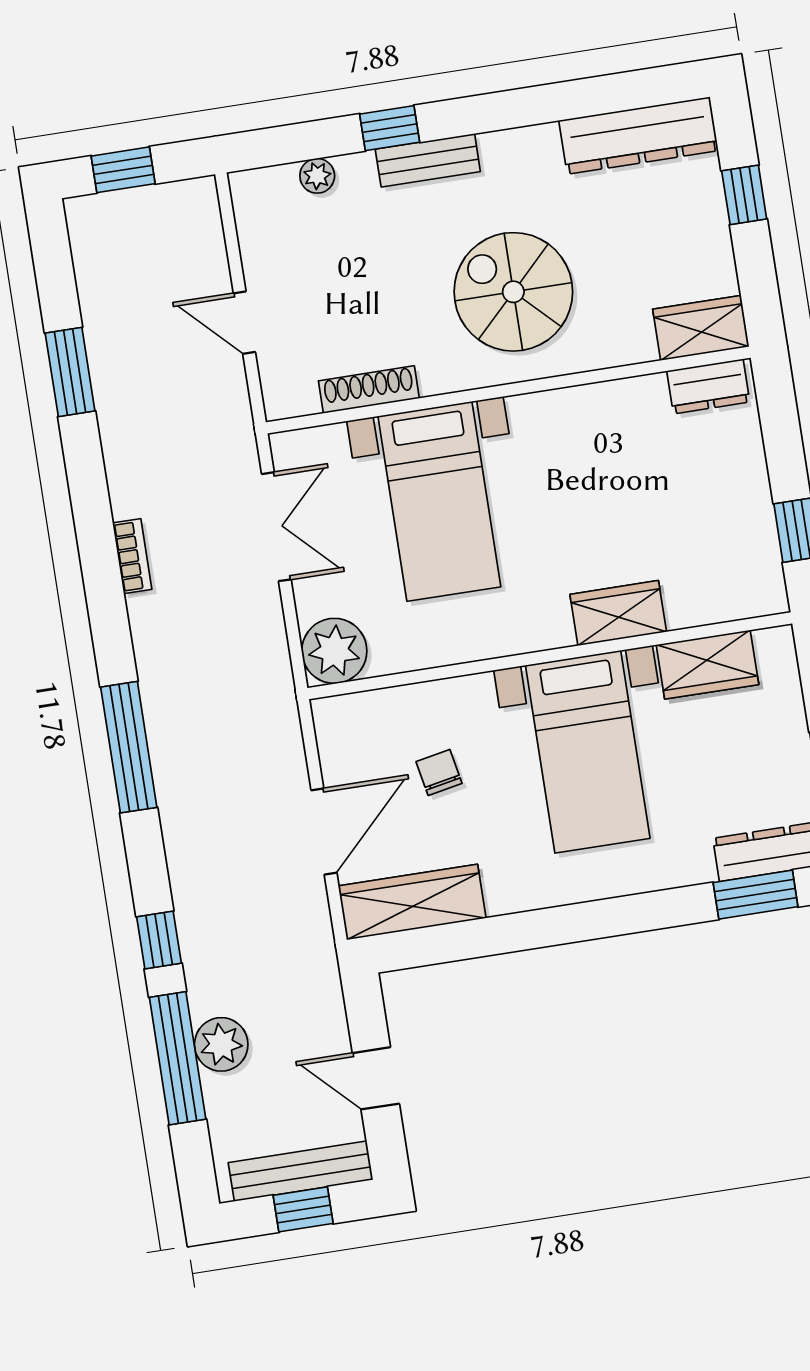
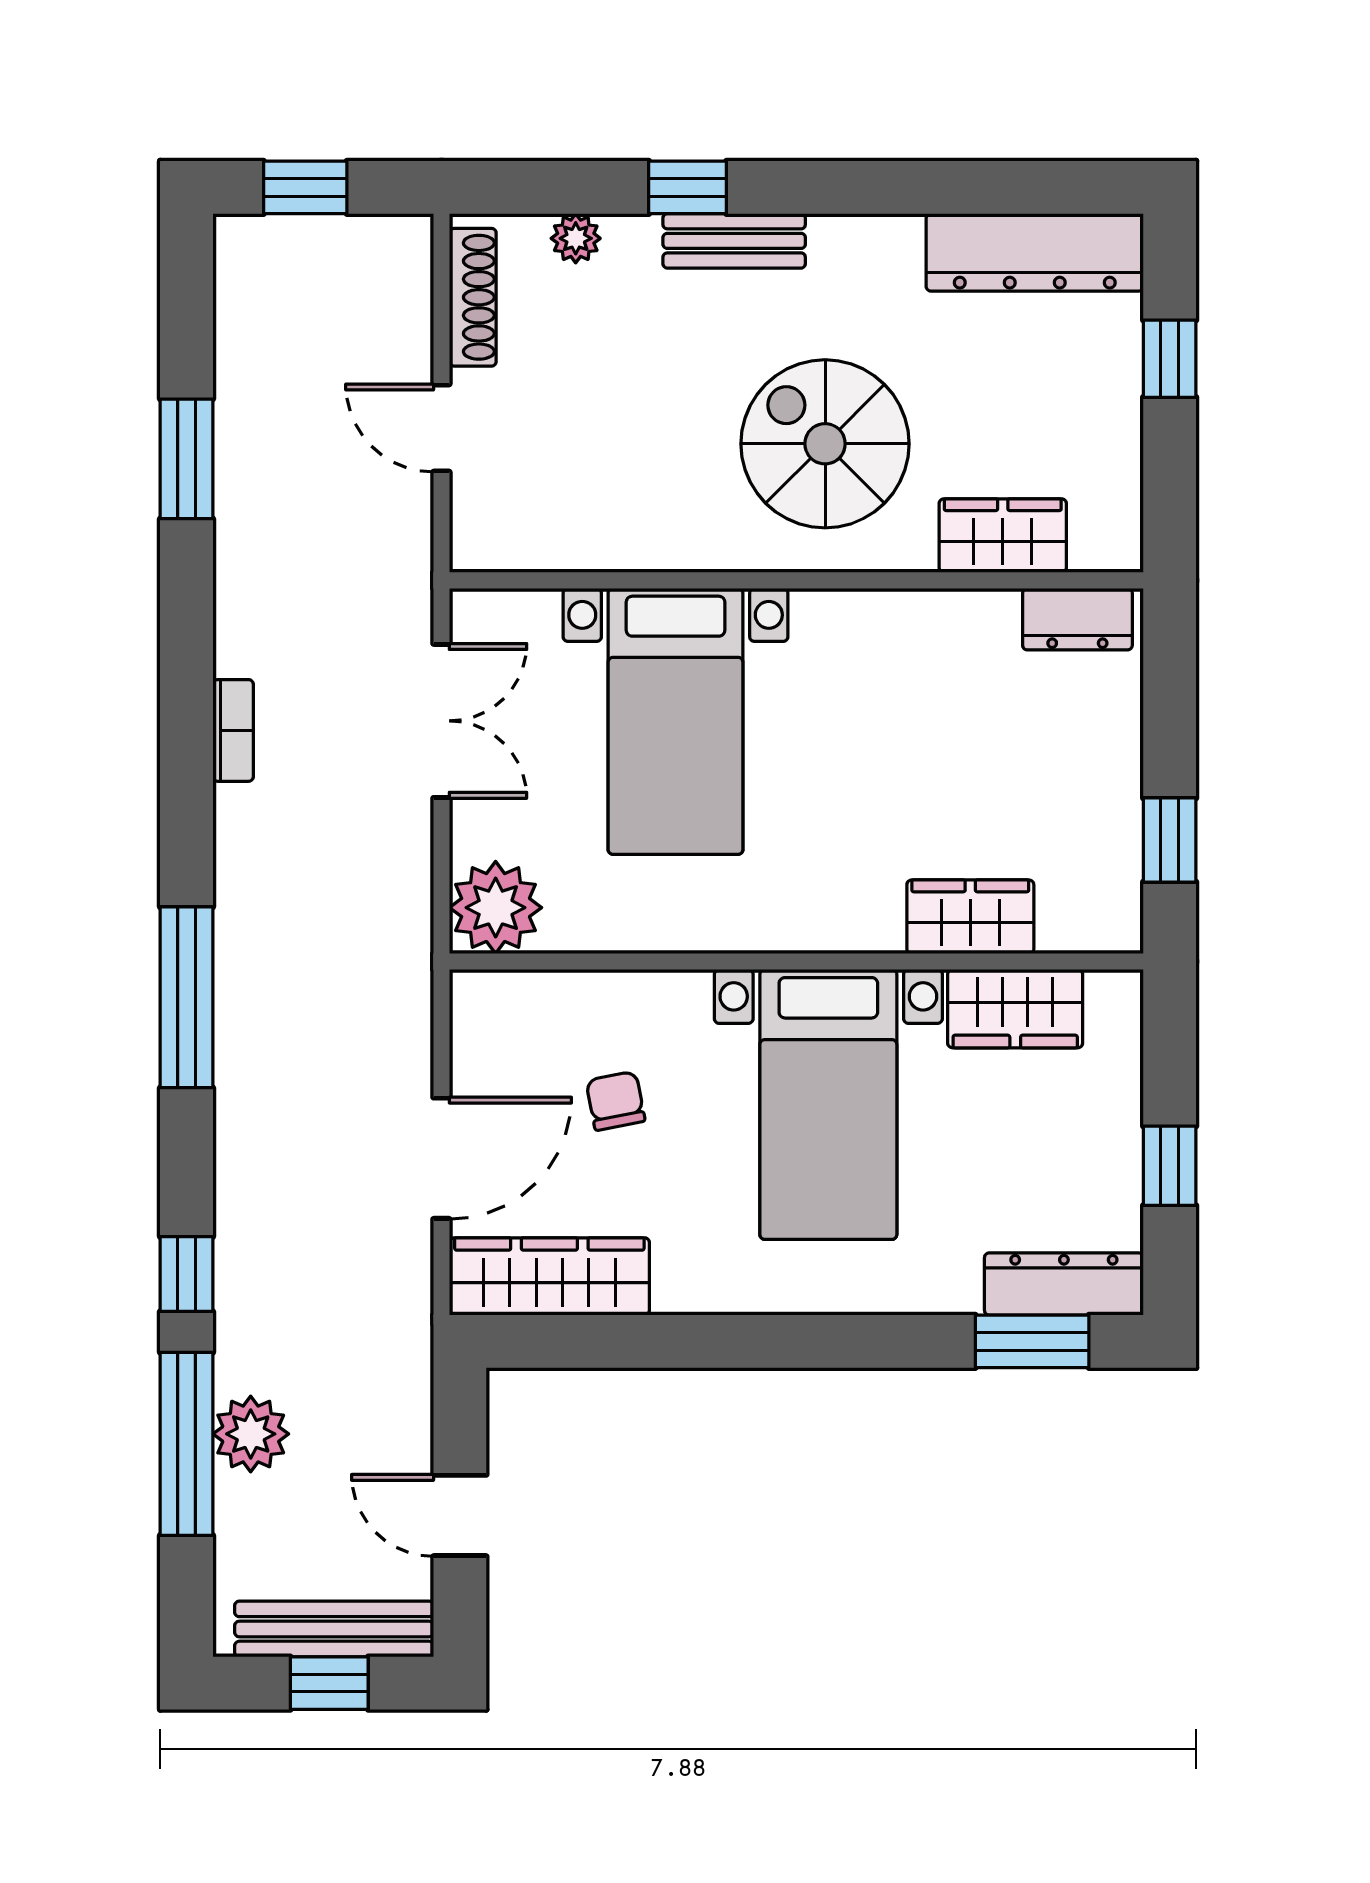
wardrobe: (701, 328) -> (1003, 536), moved
shoe rack: (369, 390) -> (473, 297), moved, turned 90
wardrobe: (618, 613) -> (970, 917), moved

